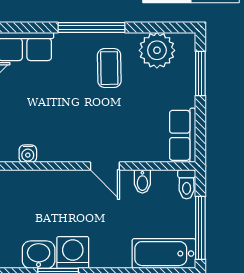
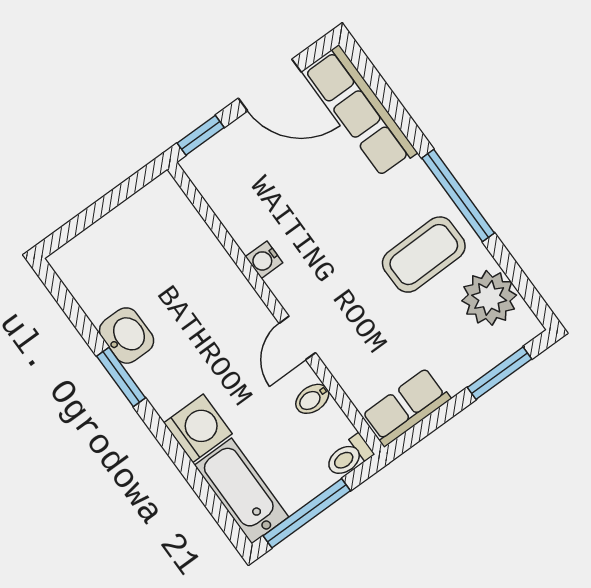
coffee table: (109, 68) -> (424, 255), width x1.36, depth x1.30
water cooler: (28, 154) -> (264, 260), moved
washing machine: (73, 253) -> (198, 428), moved

